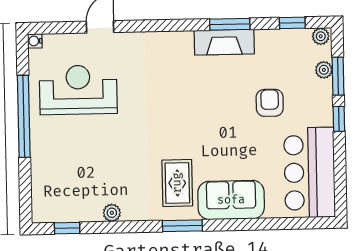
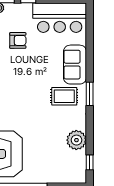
armchair: (270, 103) -> (18, 40), turned 180
plant: (112, 213) -> (76, 140), width x1.88, depth x1.88

